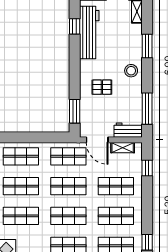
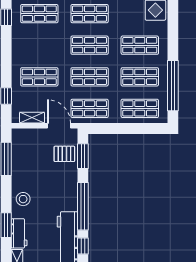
window: (75, 64) -> (83, 206), added
pallet: (102, 87) -> (64, 154), moved
workbench: (128, 130) -> (19, 233), moved, turned -90
shop shelf: (116, 216) -> (39, 45), removed

